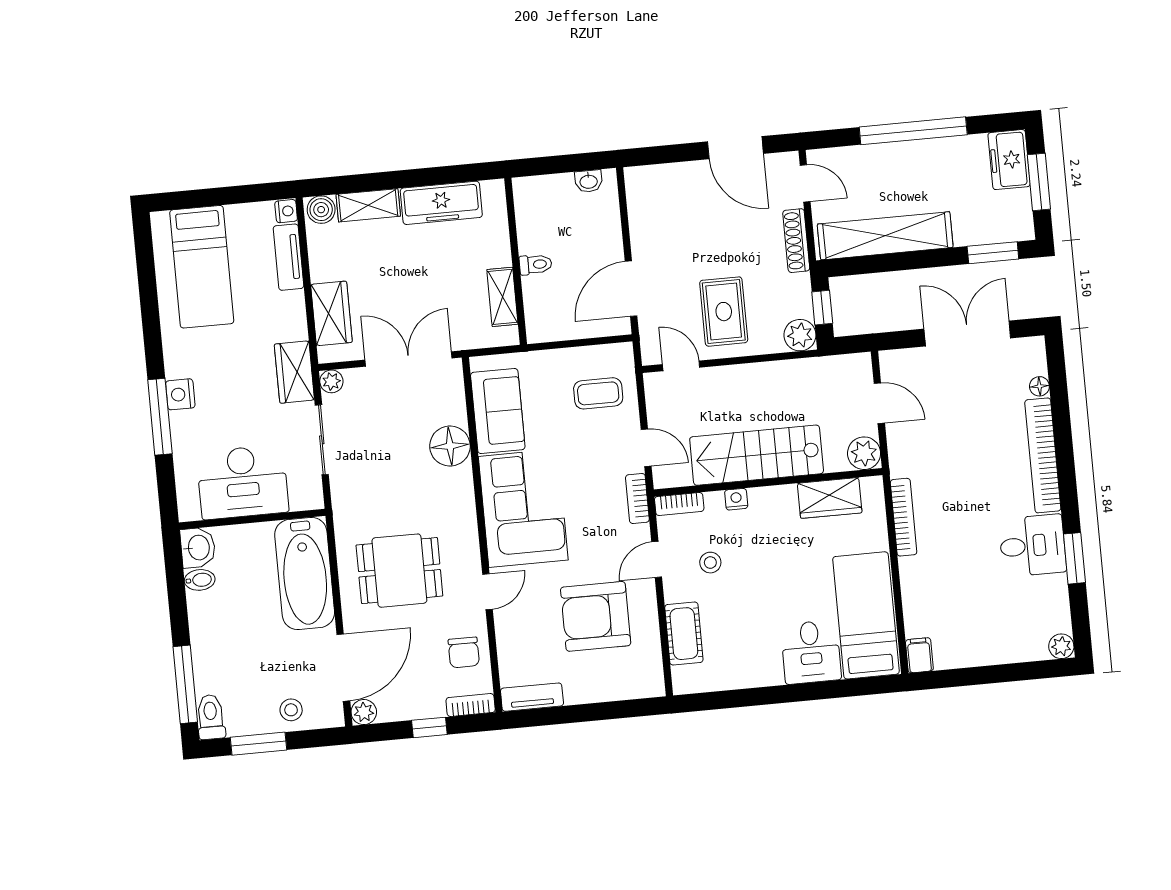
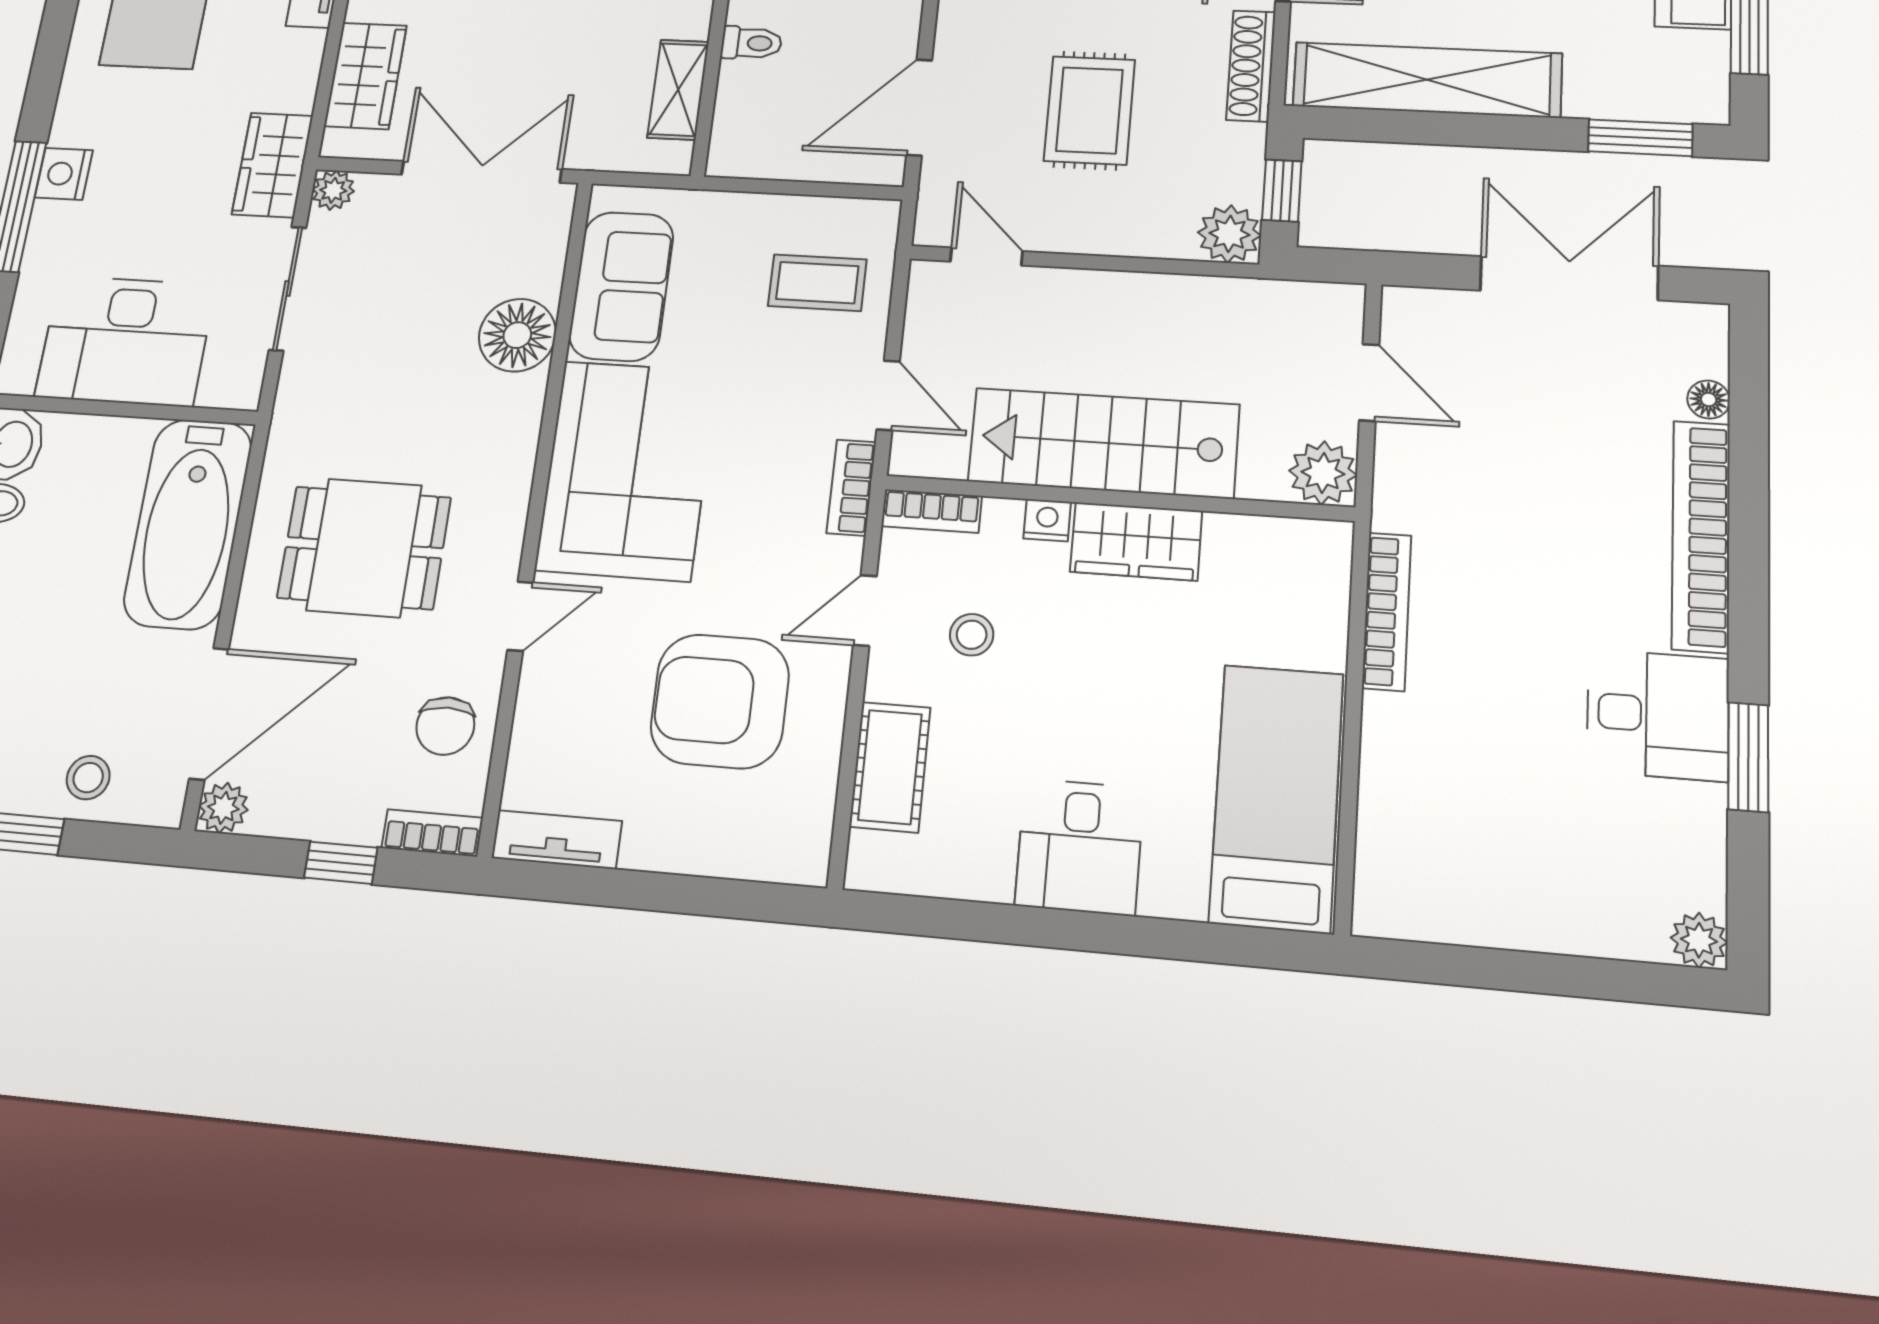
rug: (724, 312) -> (1090, 110), moved
wardrobe: (830, 498) -> (1136, 541), moved
desk: (811, 652) -> (1080, 847), moved
filing cabinet: (919, 655) -> (1380, 902), removed

